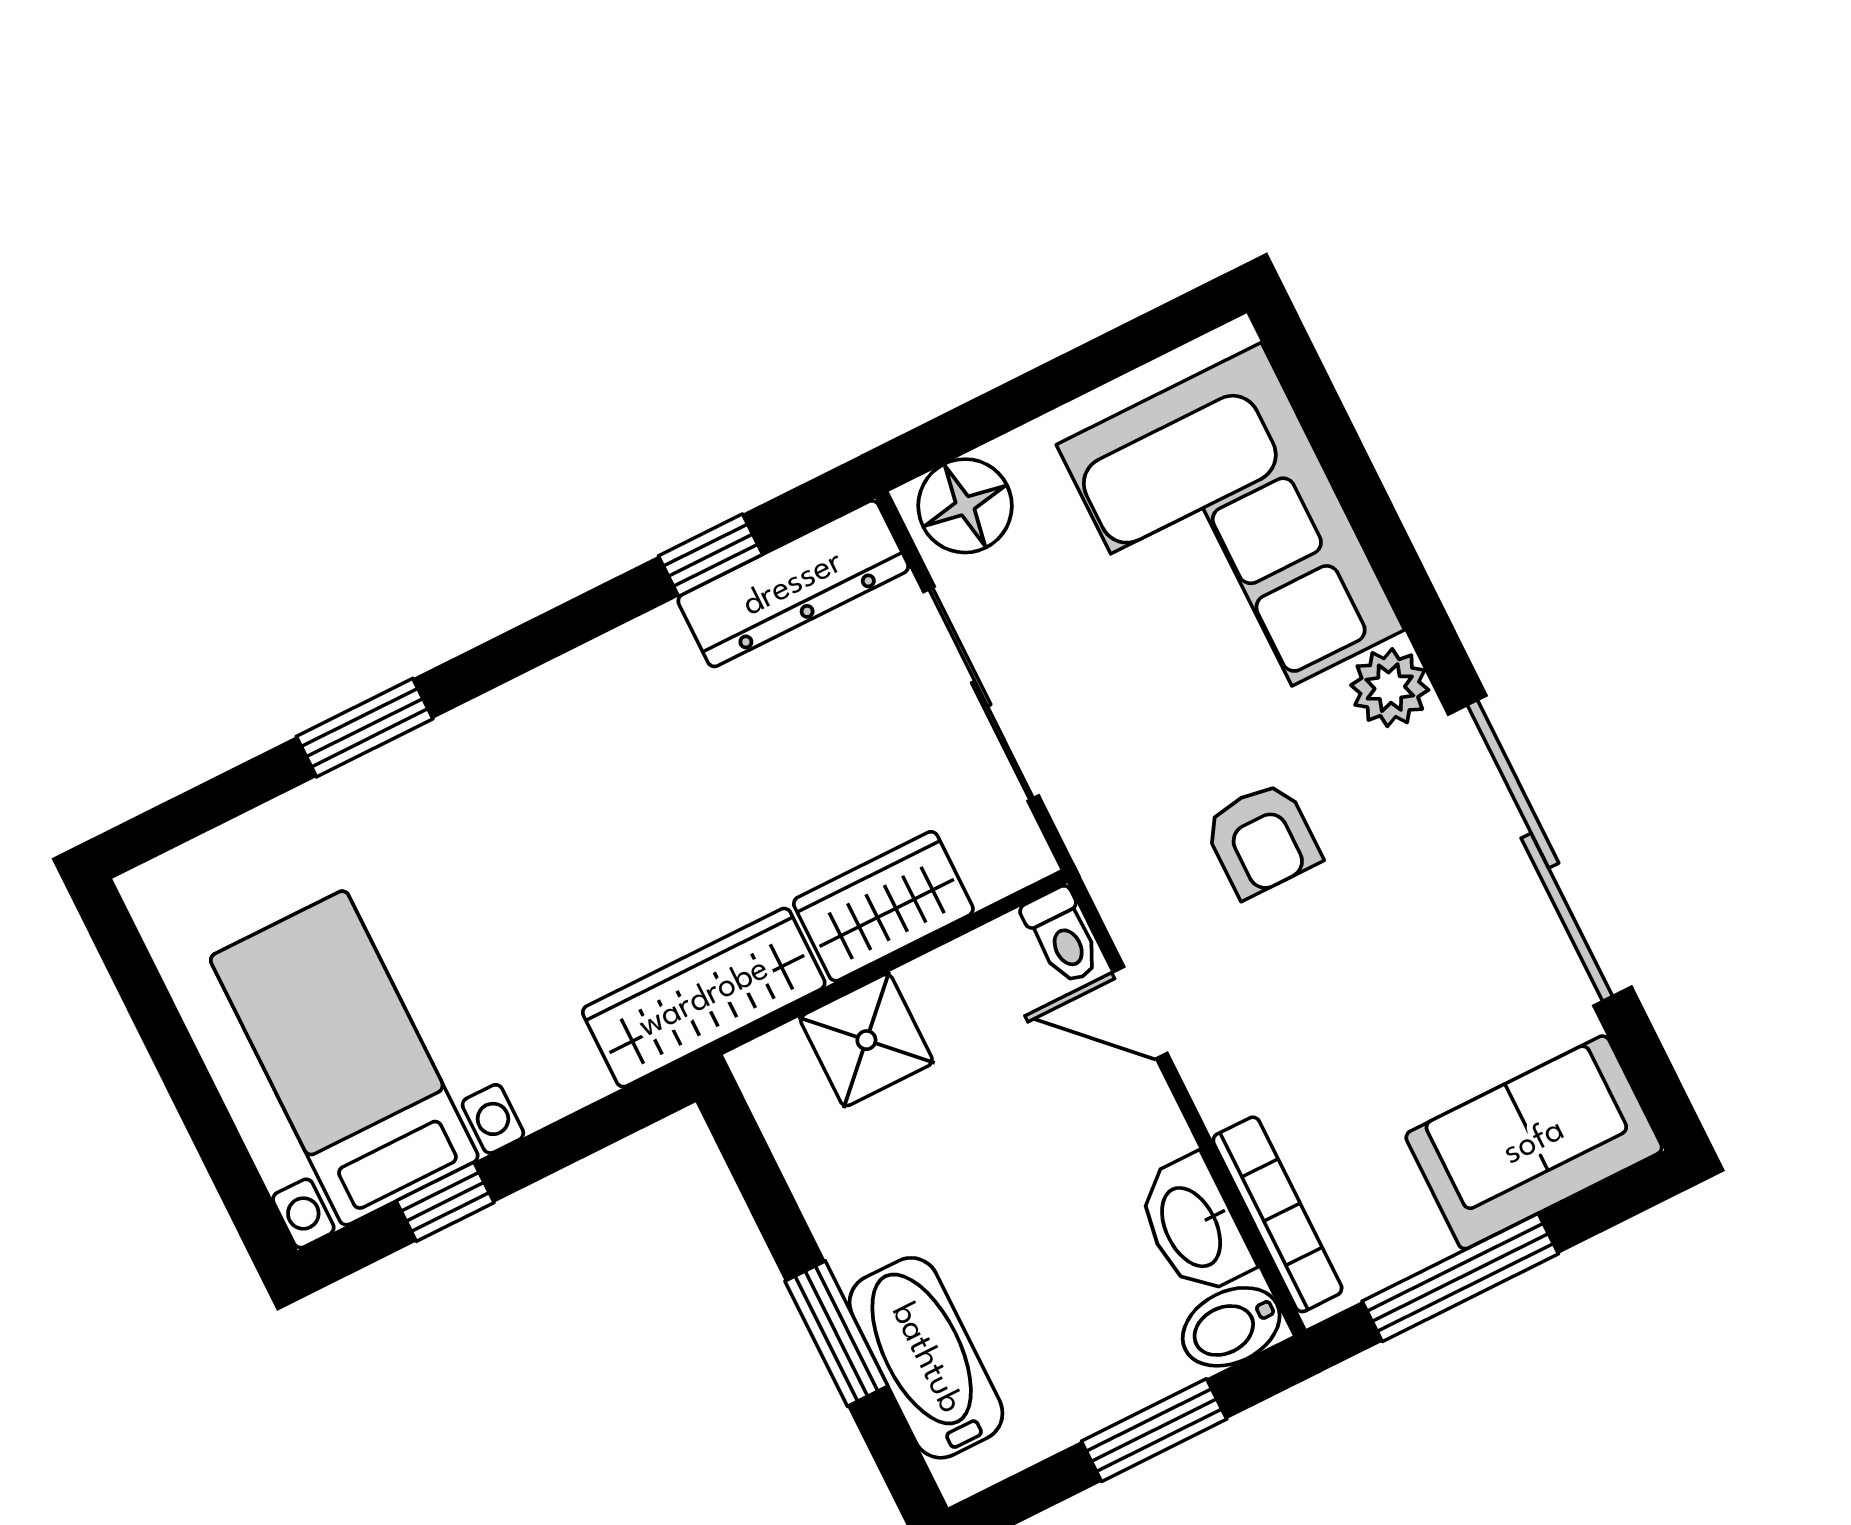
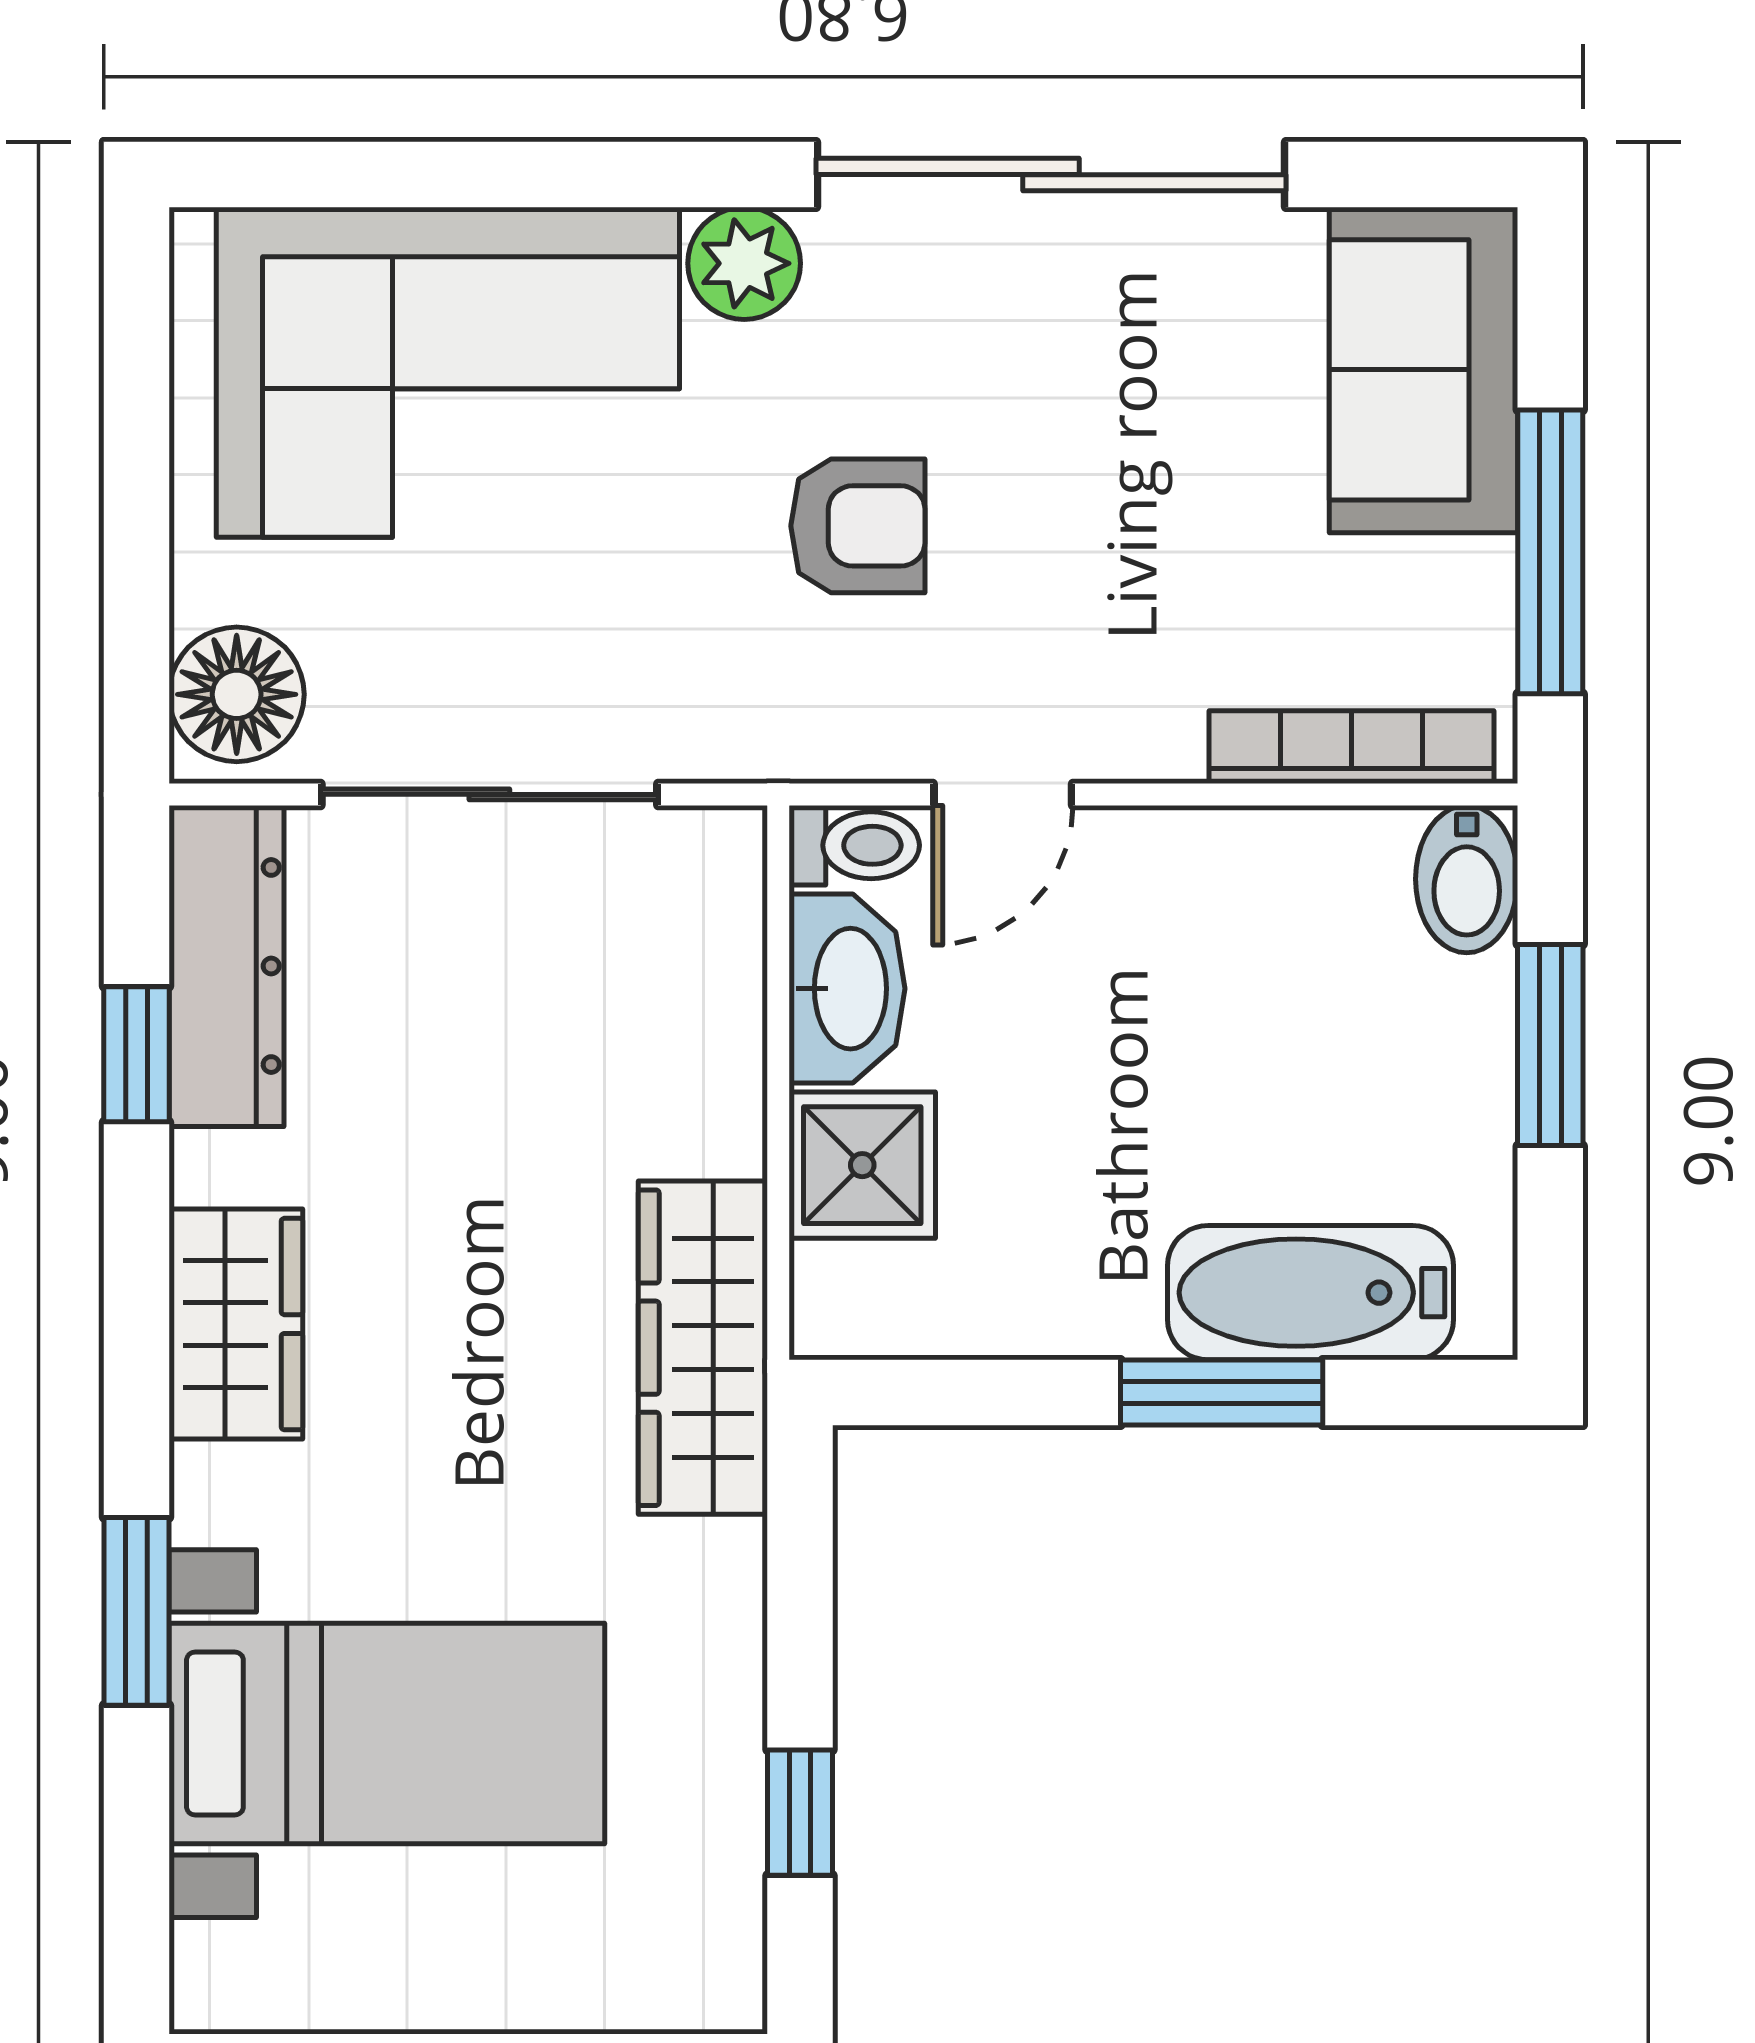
wardrobe: (883, 906) -> (236, 1324), moved, turned 180
bed with nightstands: (344, 1058) -> (387, 1734), moved, turned 180
washbasin: (1193, 1226) -> (847, 989), moved, turned -90

